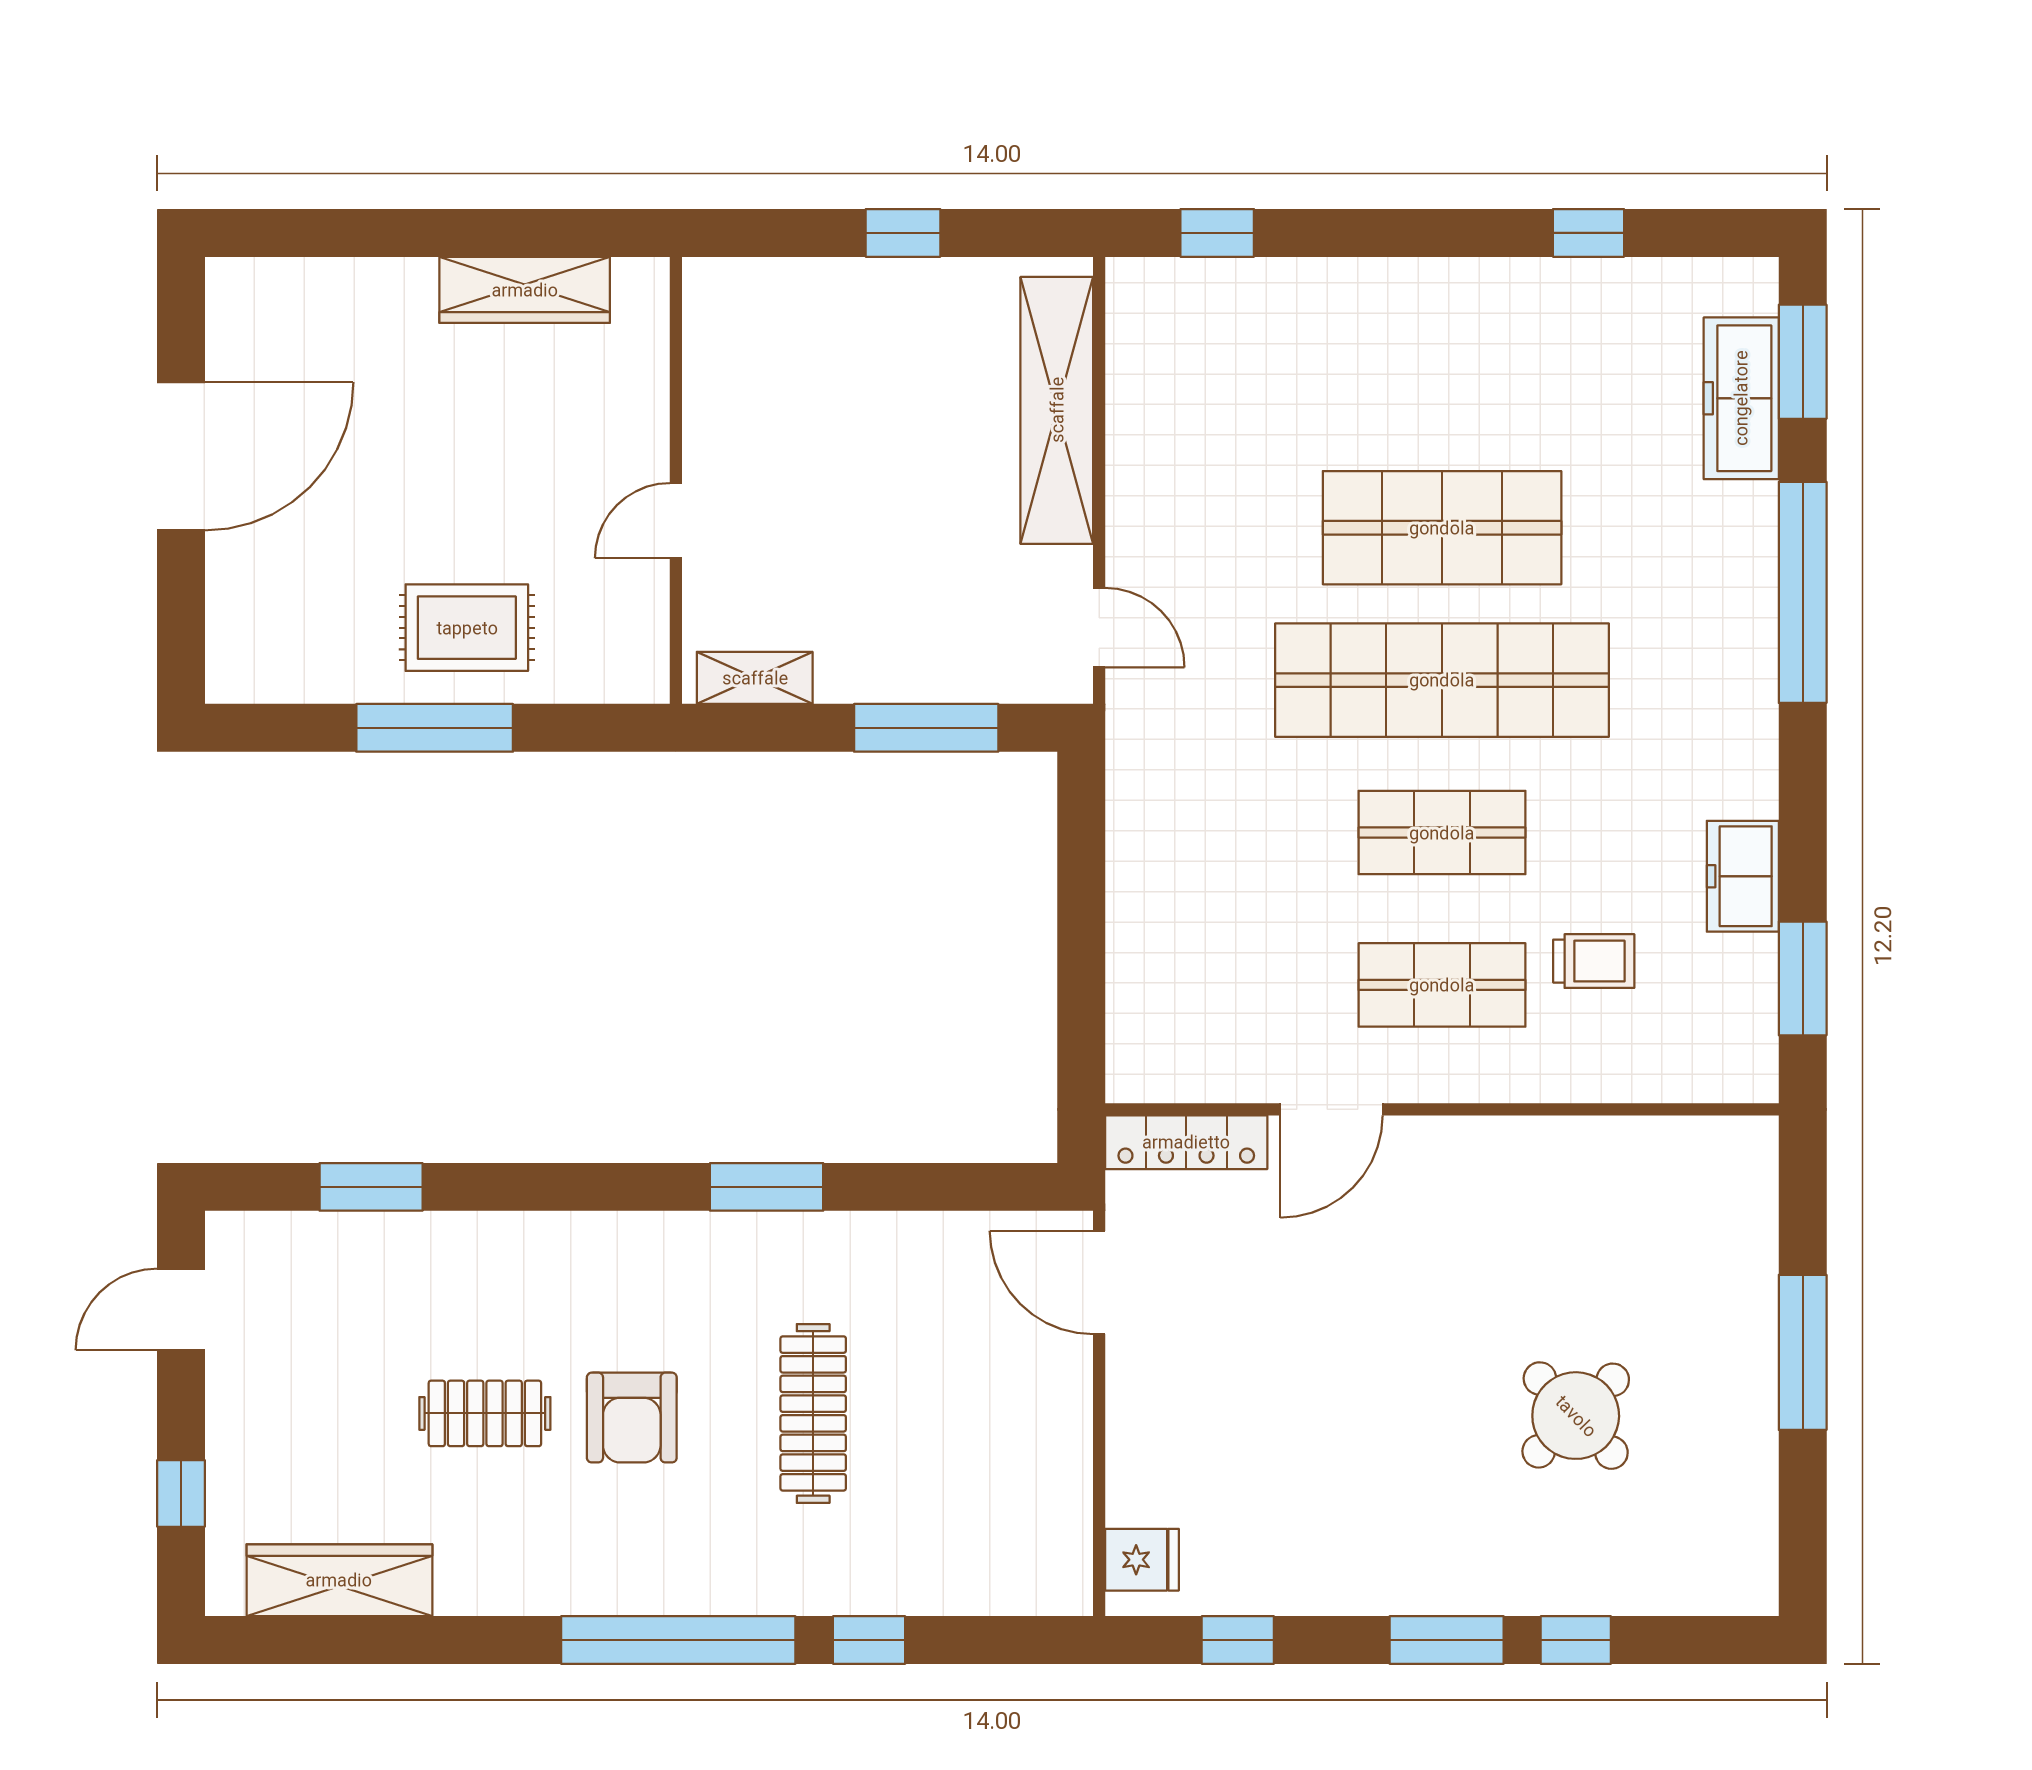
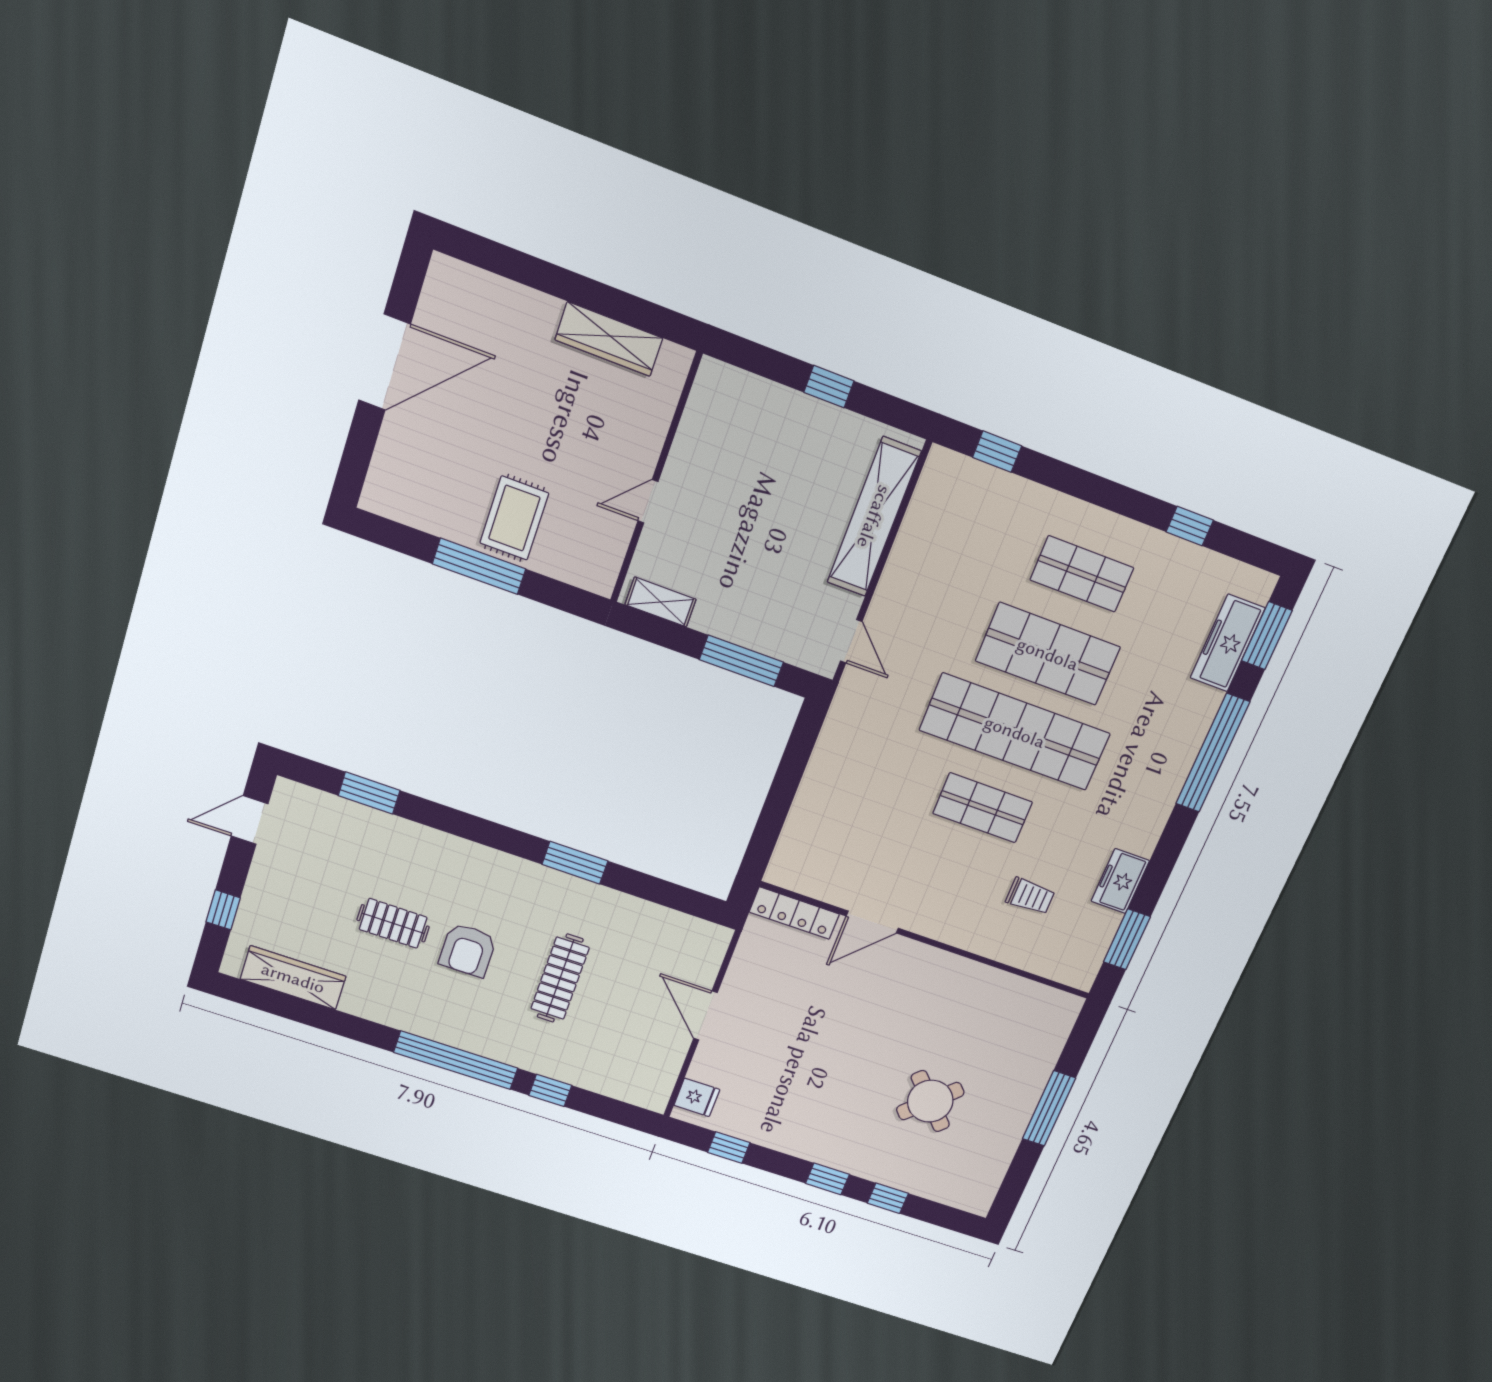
rug: (467, 628) -> (514, 518), turned 90
shop shelf: (1442, 985) -> (1082, 574), moved
door: (1099, 1283) -> (705, 1015), moved
window: (1447, 1640) -> (827, 1179), width x0.67

